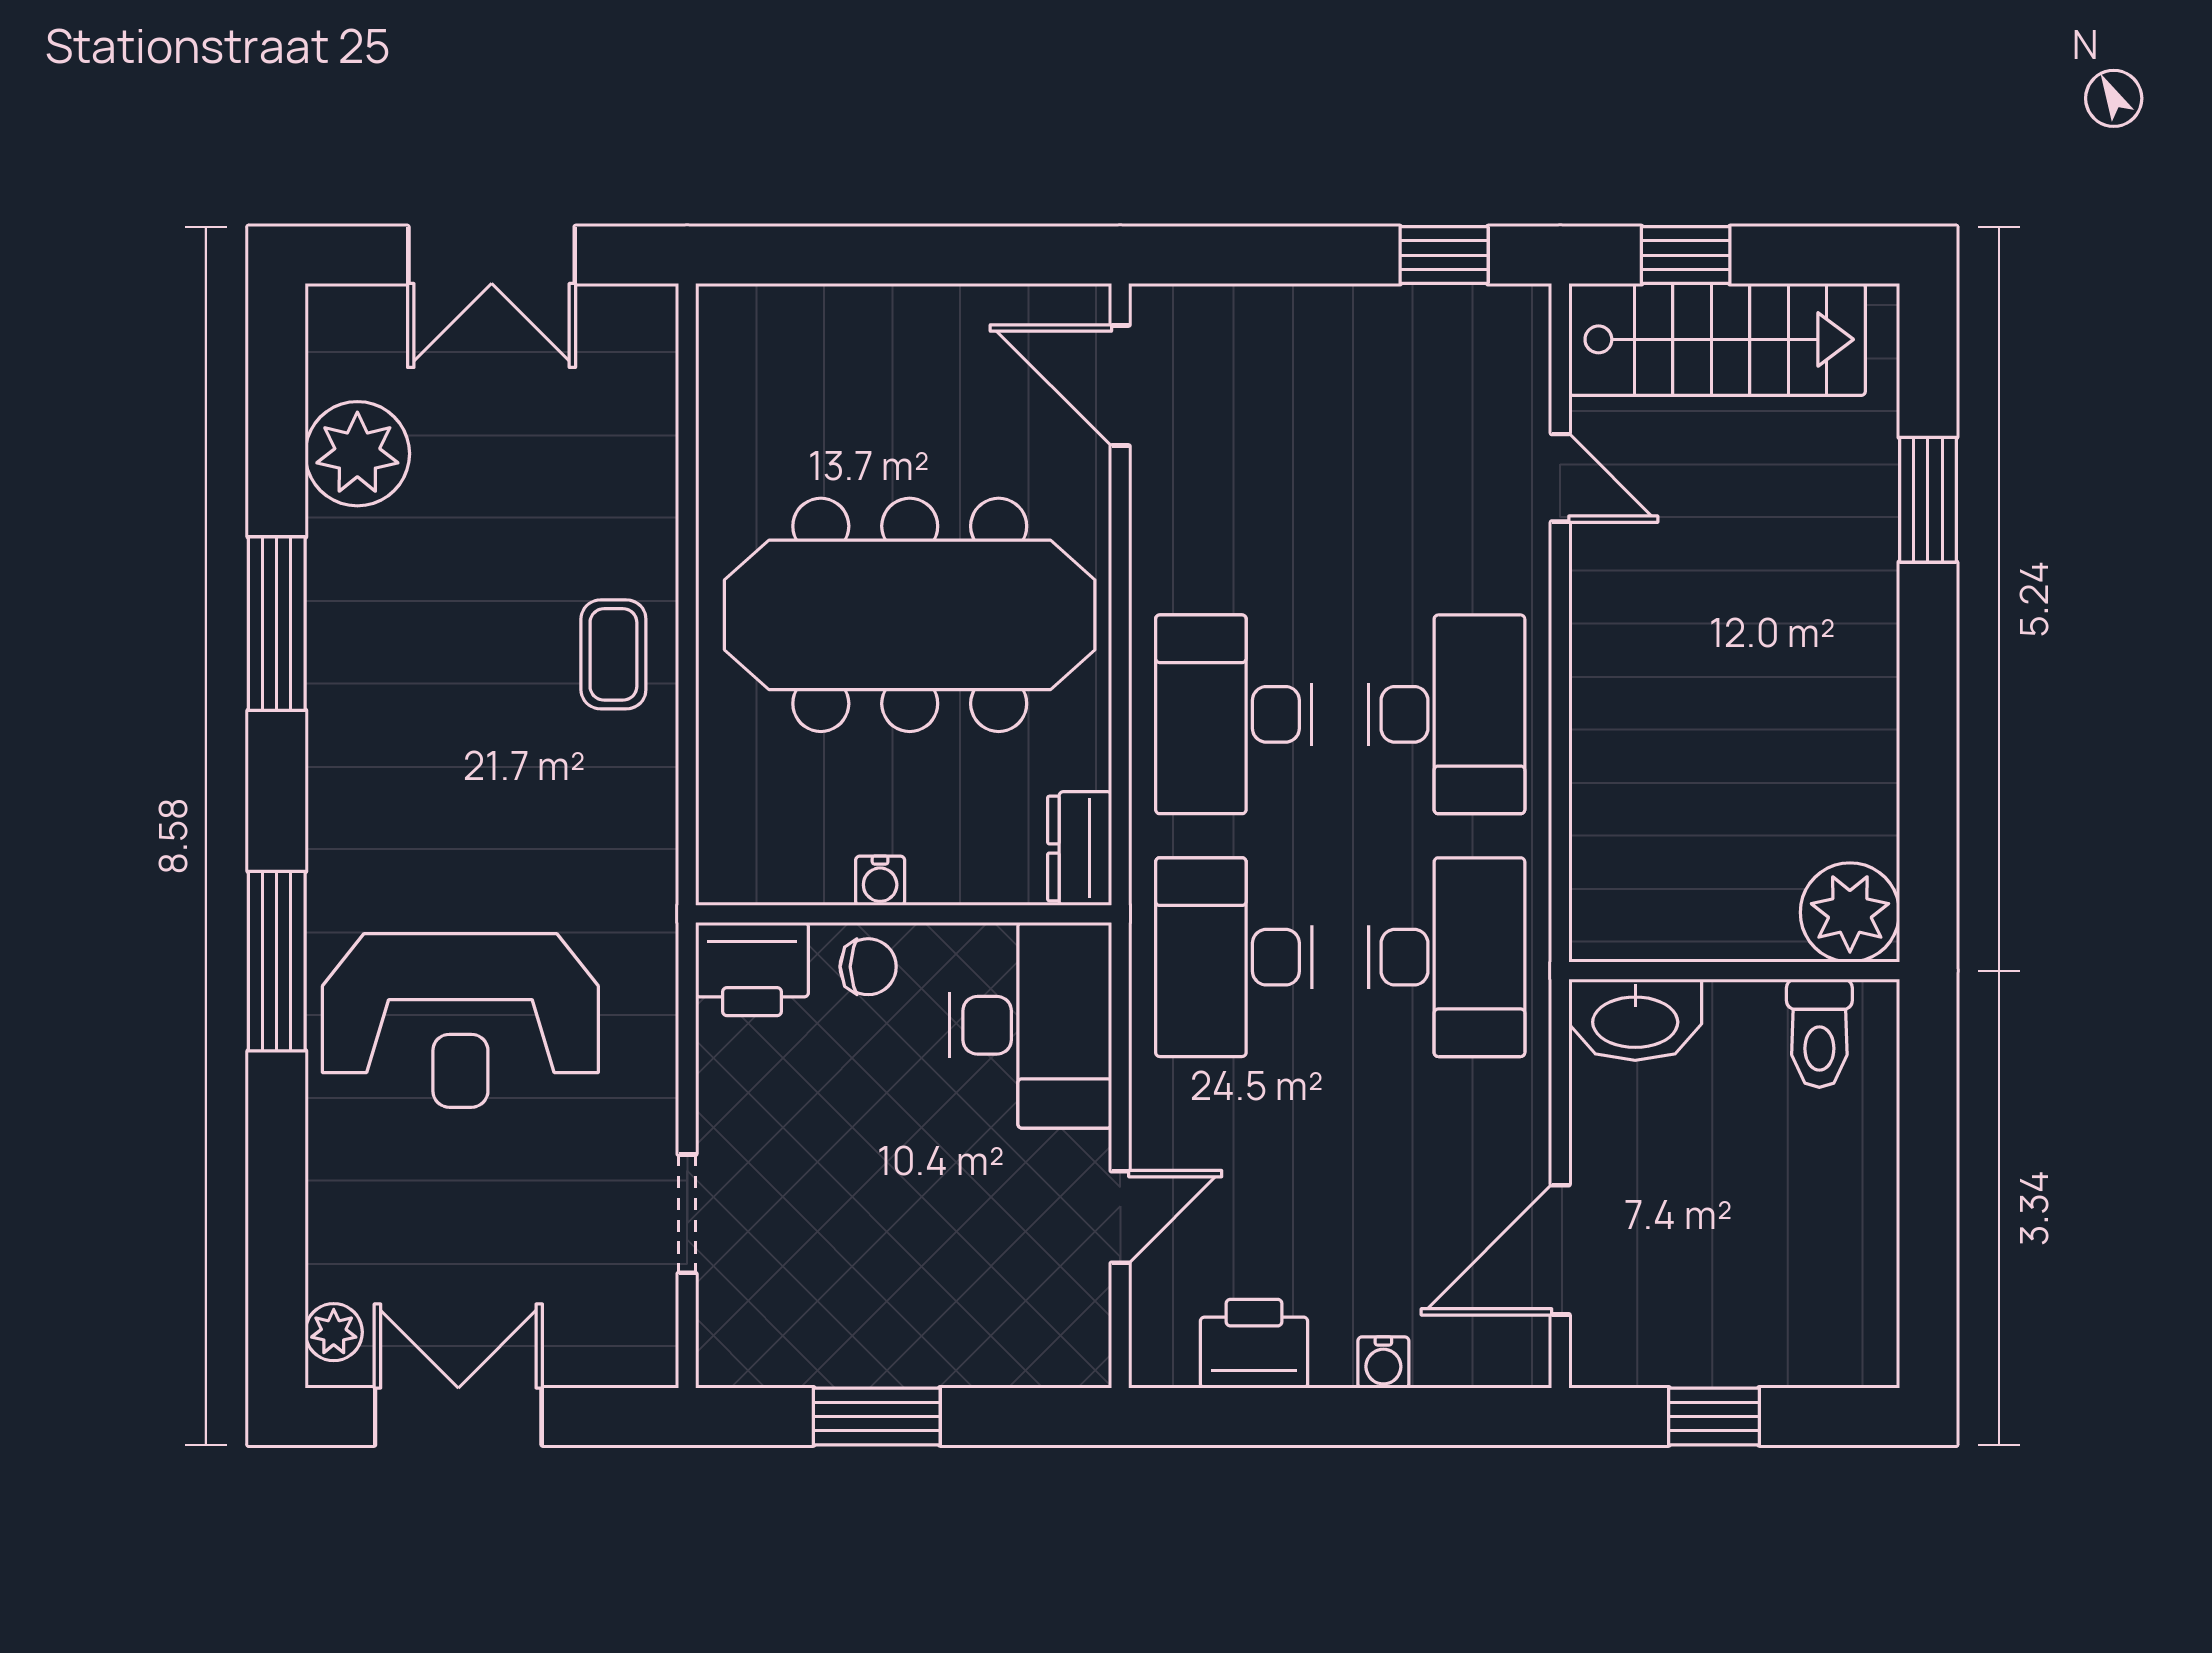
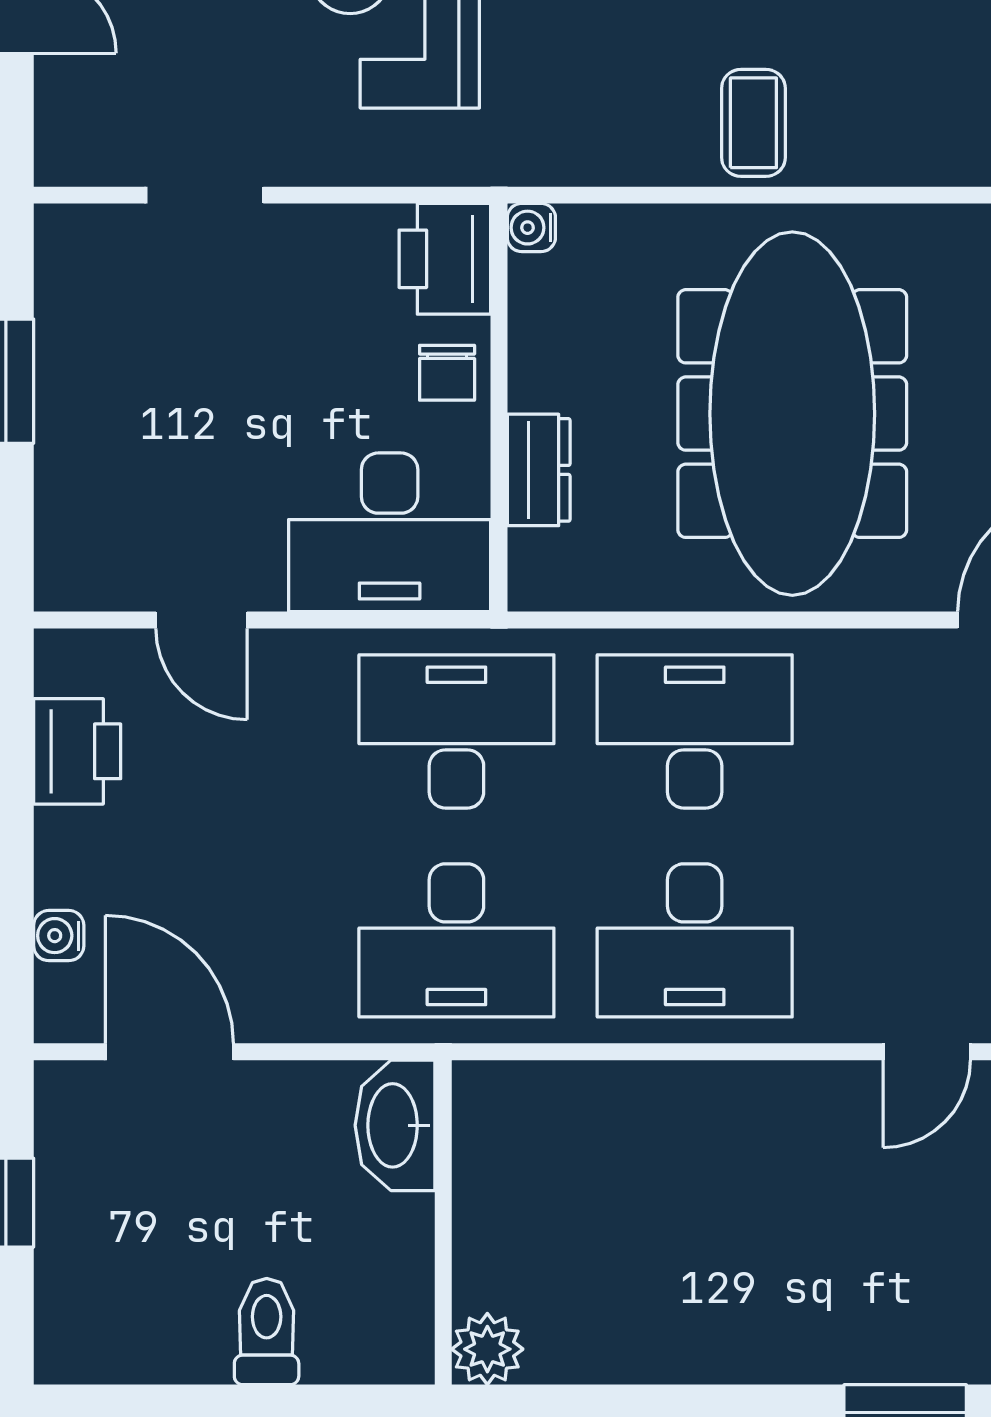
coffee table: (613, 654) -> (753, 123), turned 90
dresser: (1080, 848) -> (539, 470), moved, turned 90
water cooler: (880, 881) -> (531, 228), moved
plant: (1850, 912) -> (487, 1349), width x0.73, depth x0.73
toilet: (1819, 1033) -> (267, 1332), moved, turned 90
water cooler: (1383, 1362) -> (59, 936), moved

